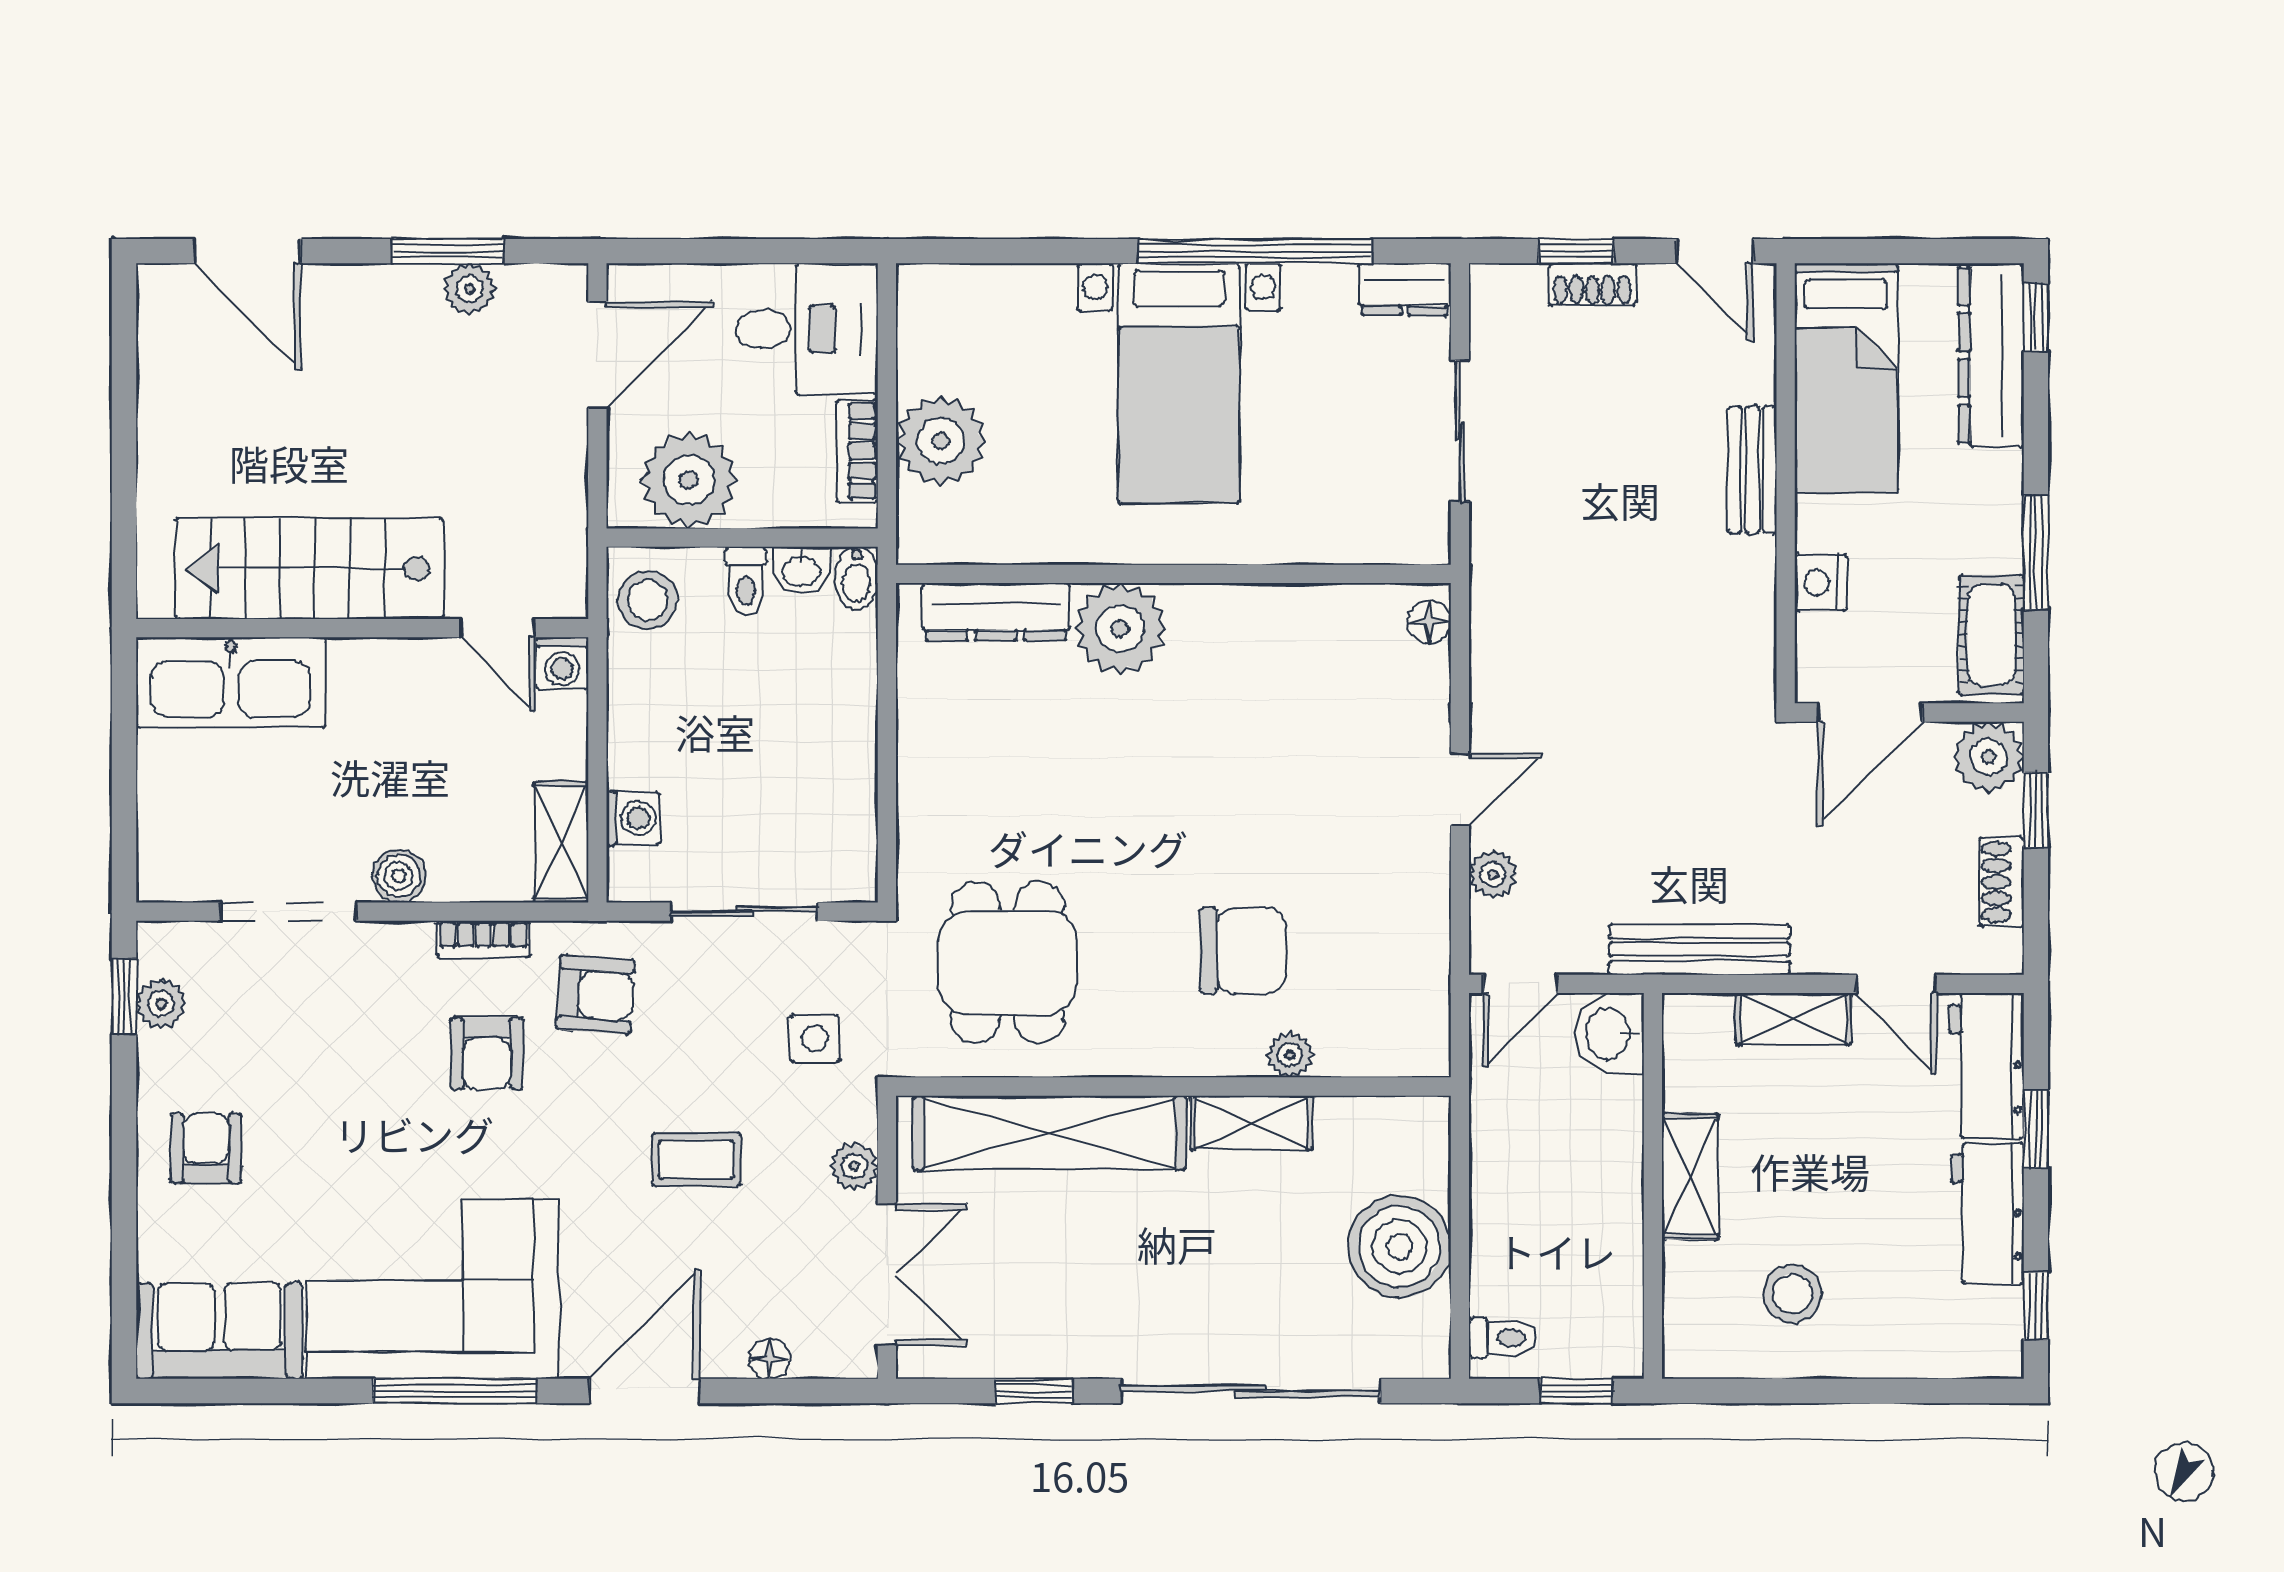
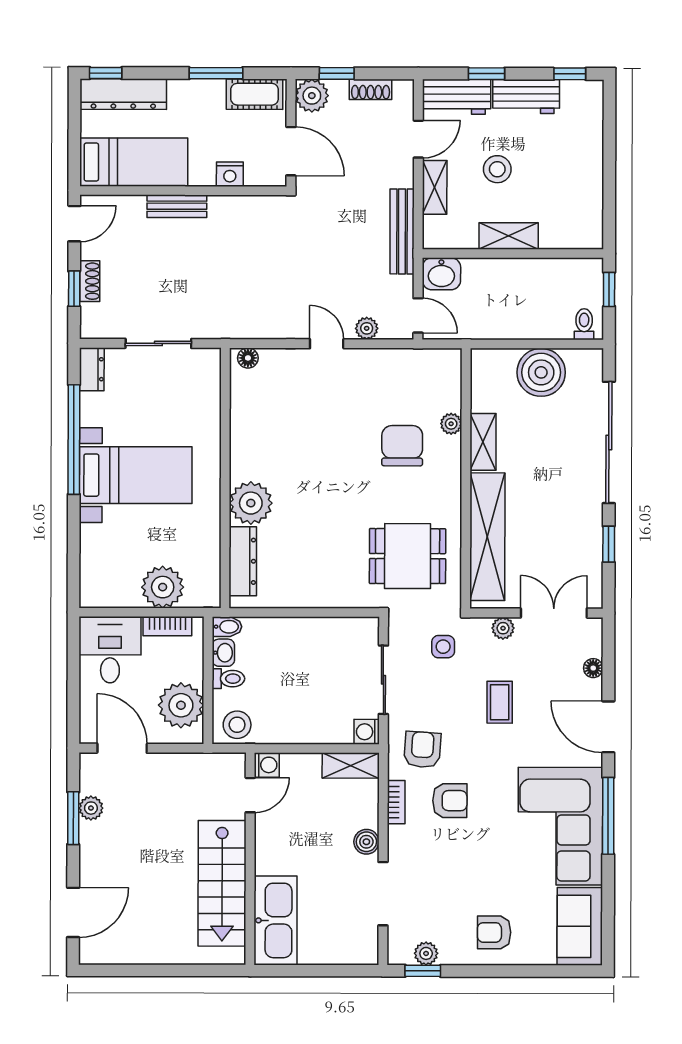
washing machine: (633, 818) -> (367, 732), moved, turned -90
stool: (1792, 1294) -> (497, 169), moved

